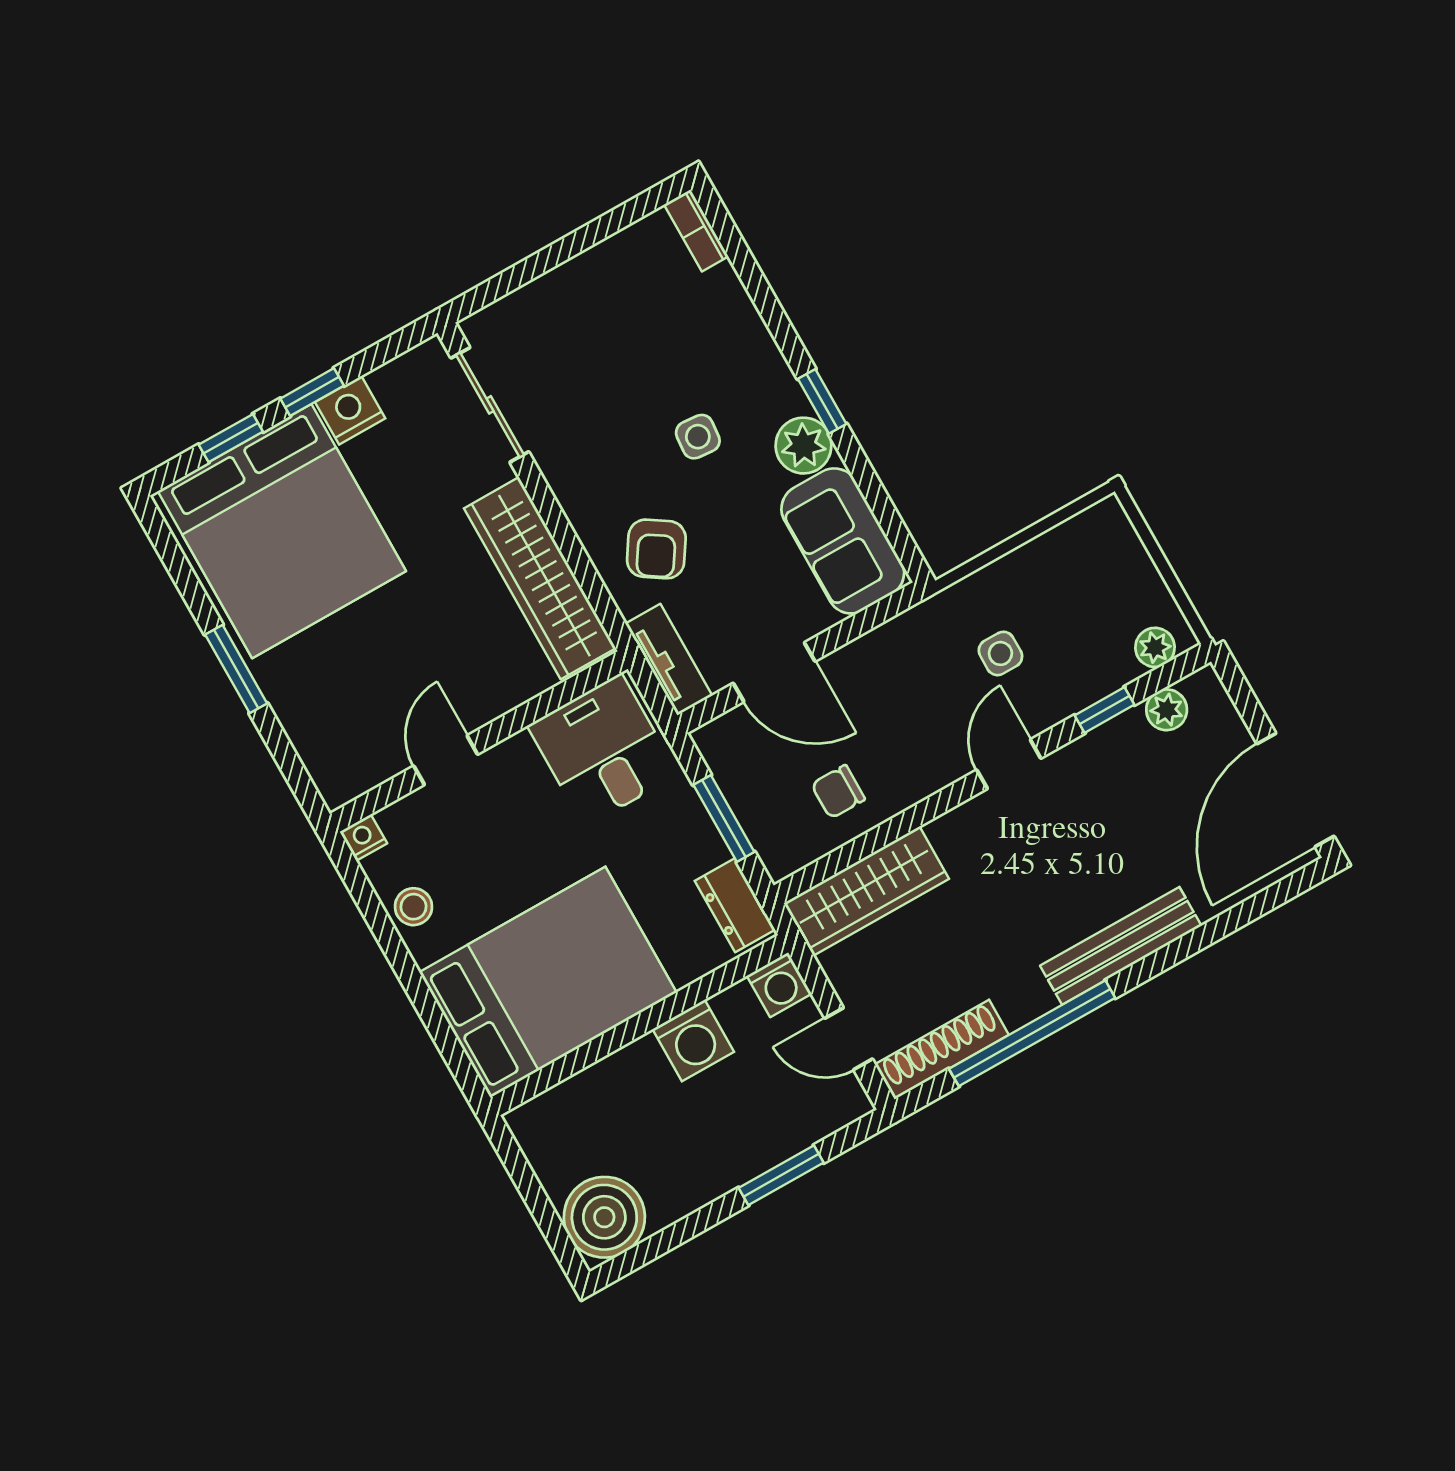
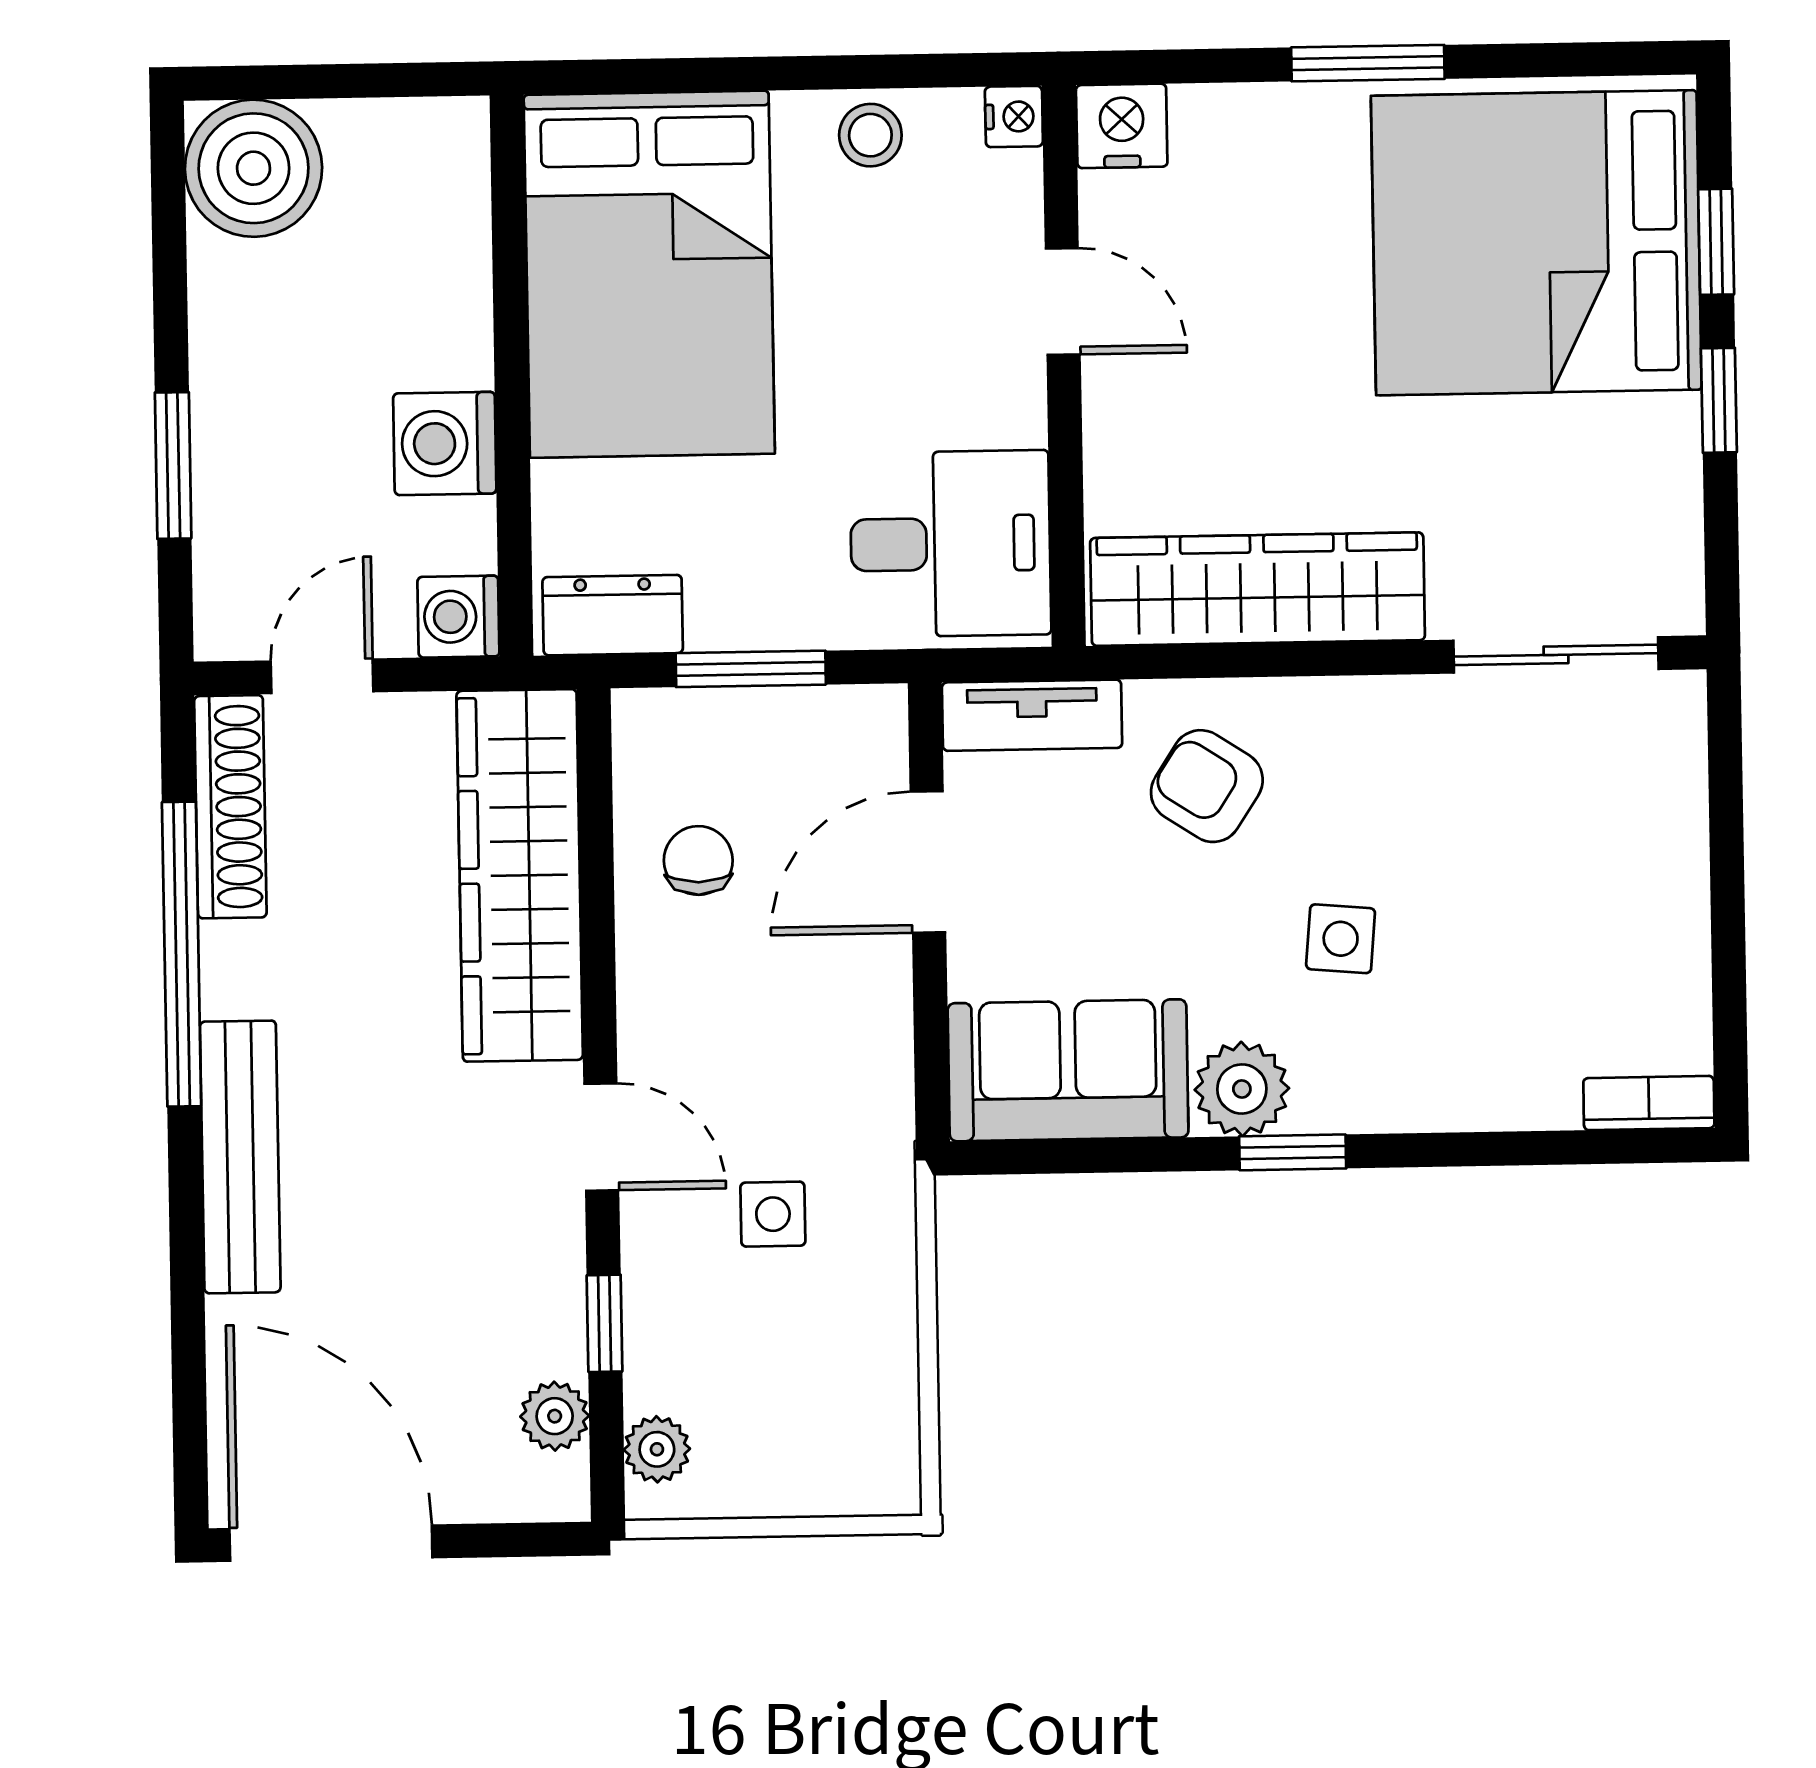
nightstand: (350, 410) -> (1122, 126), moved, turned -90
wardrobe: (866, 891) -> (520, 875), width x1.40, depth x1.17

